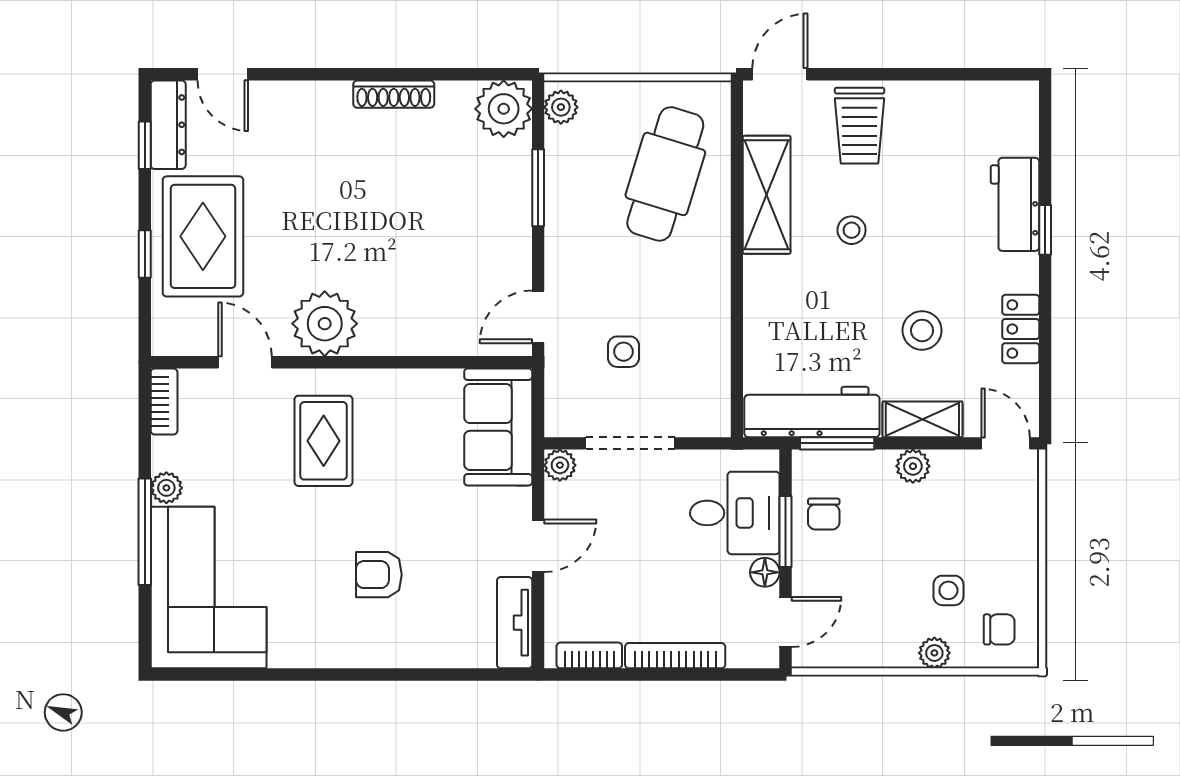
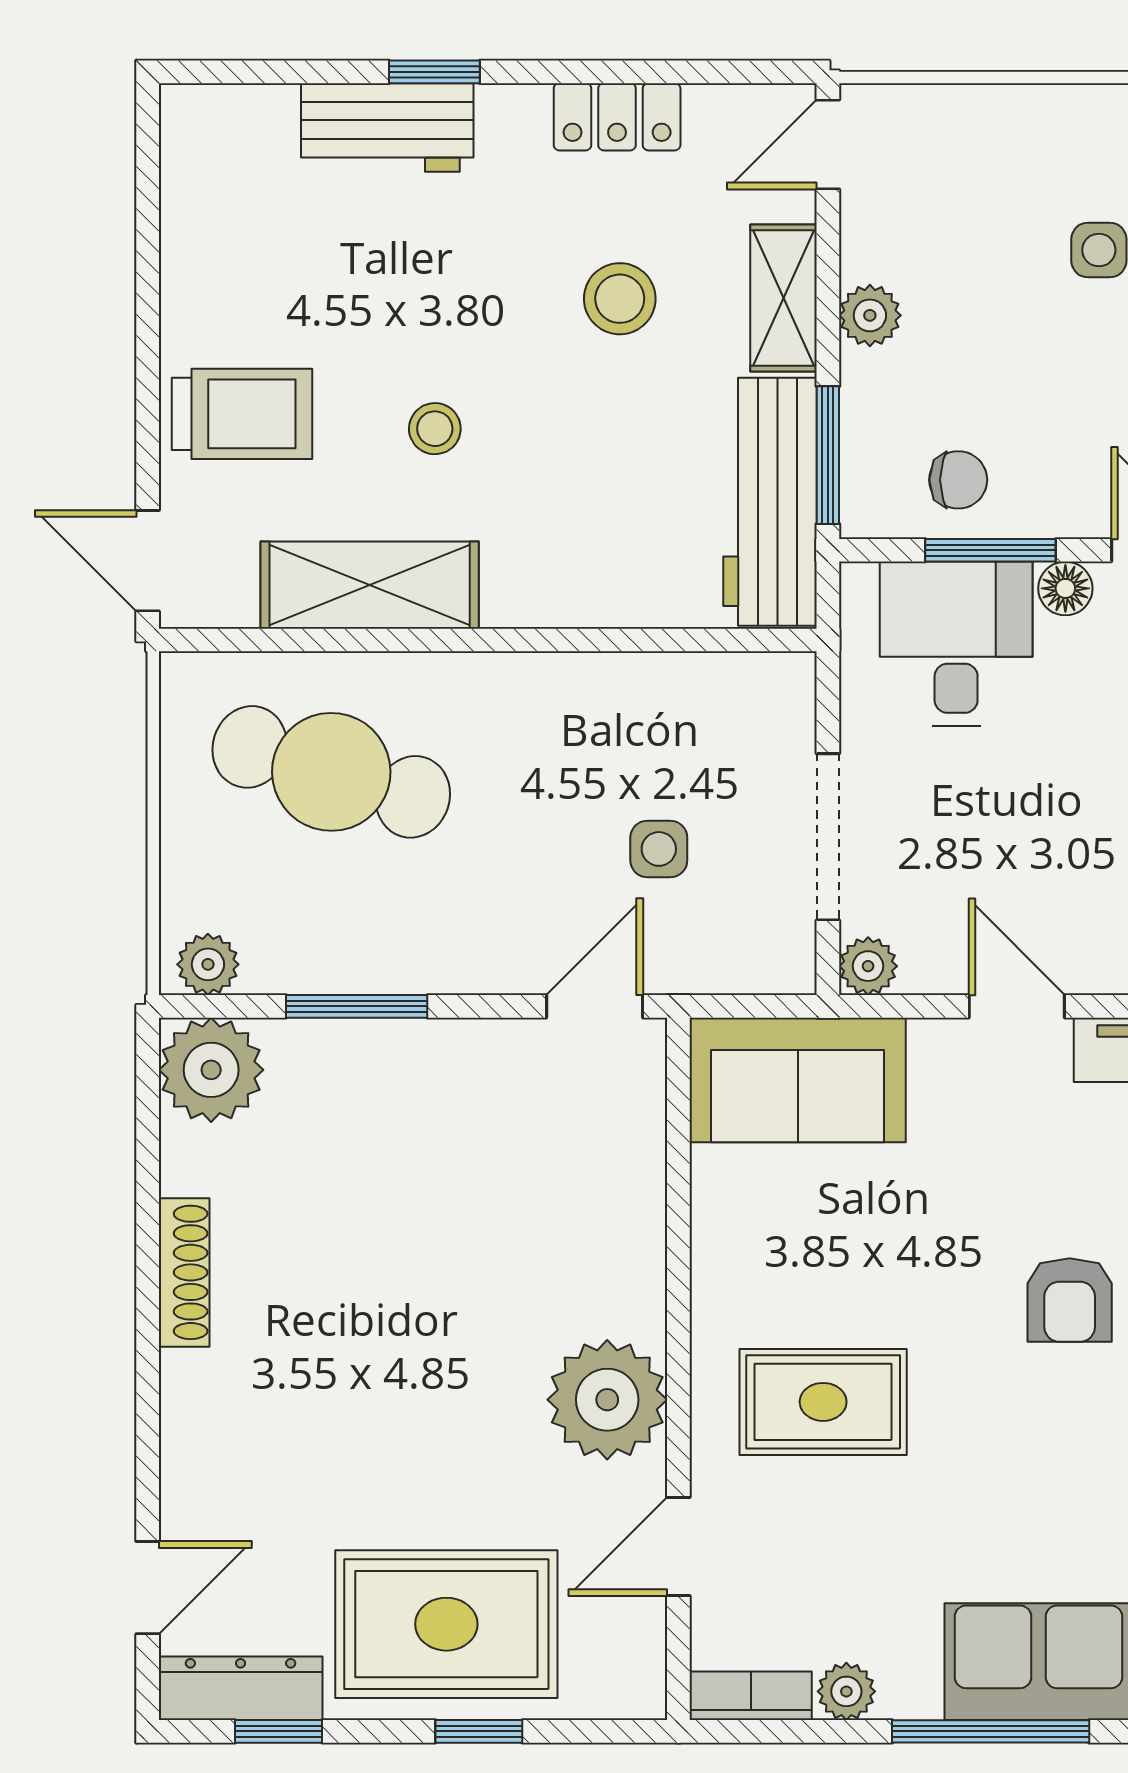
door: (538, 317) -> (595, 1006), swing flipped
plant: (166, 488) -> (846, 1691), moved

